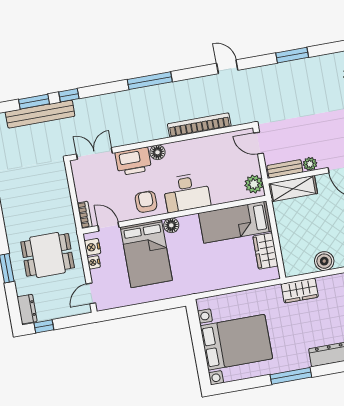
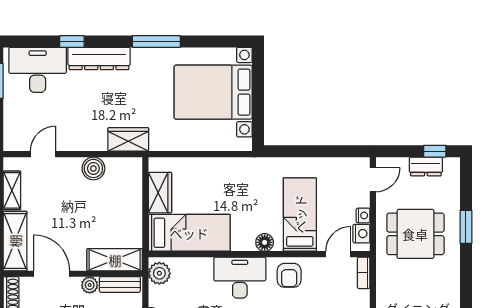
door: (109, 227) -> (338, 254), swing flipped
bed: (146, 254) -> (300, 214), width x0.67
dresser: (27, 309) -> (426, 166), moved, turned -90

